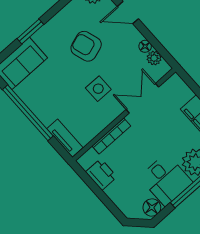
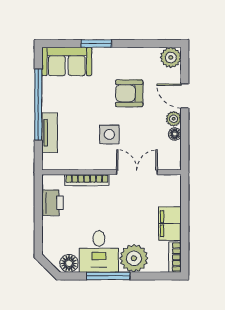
armchair: (86, 46) -> (129, 93), turned -72
plant: (154, 58) -> (174, 119), moved
tv unit: (65, 138) -> (50, 133), moved

